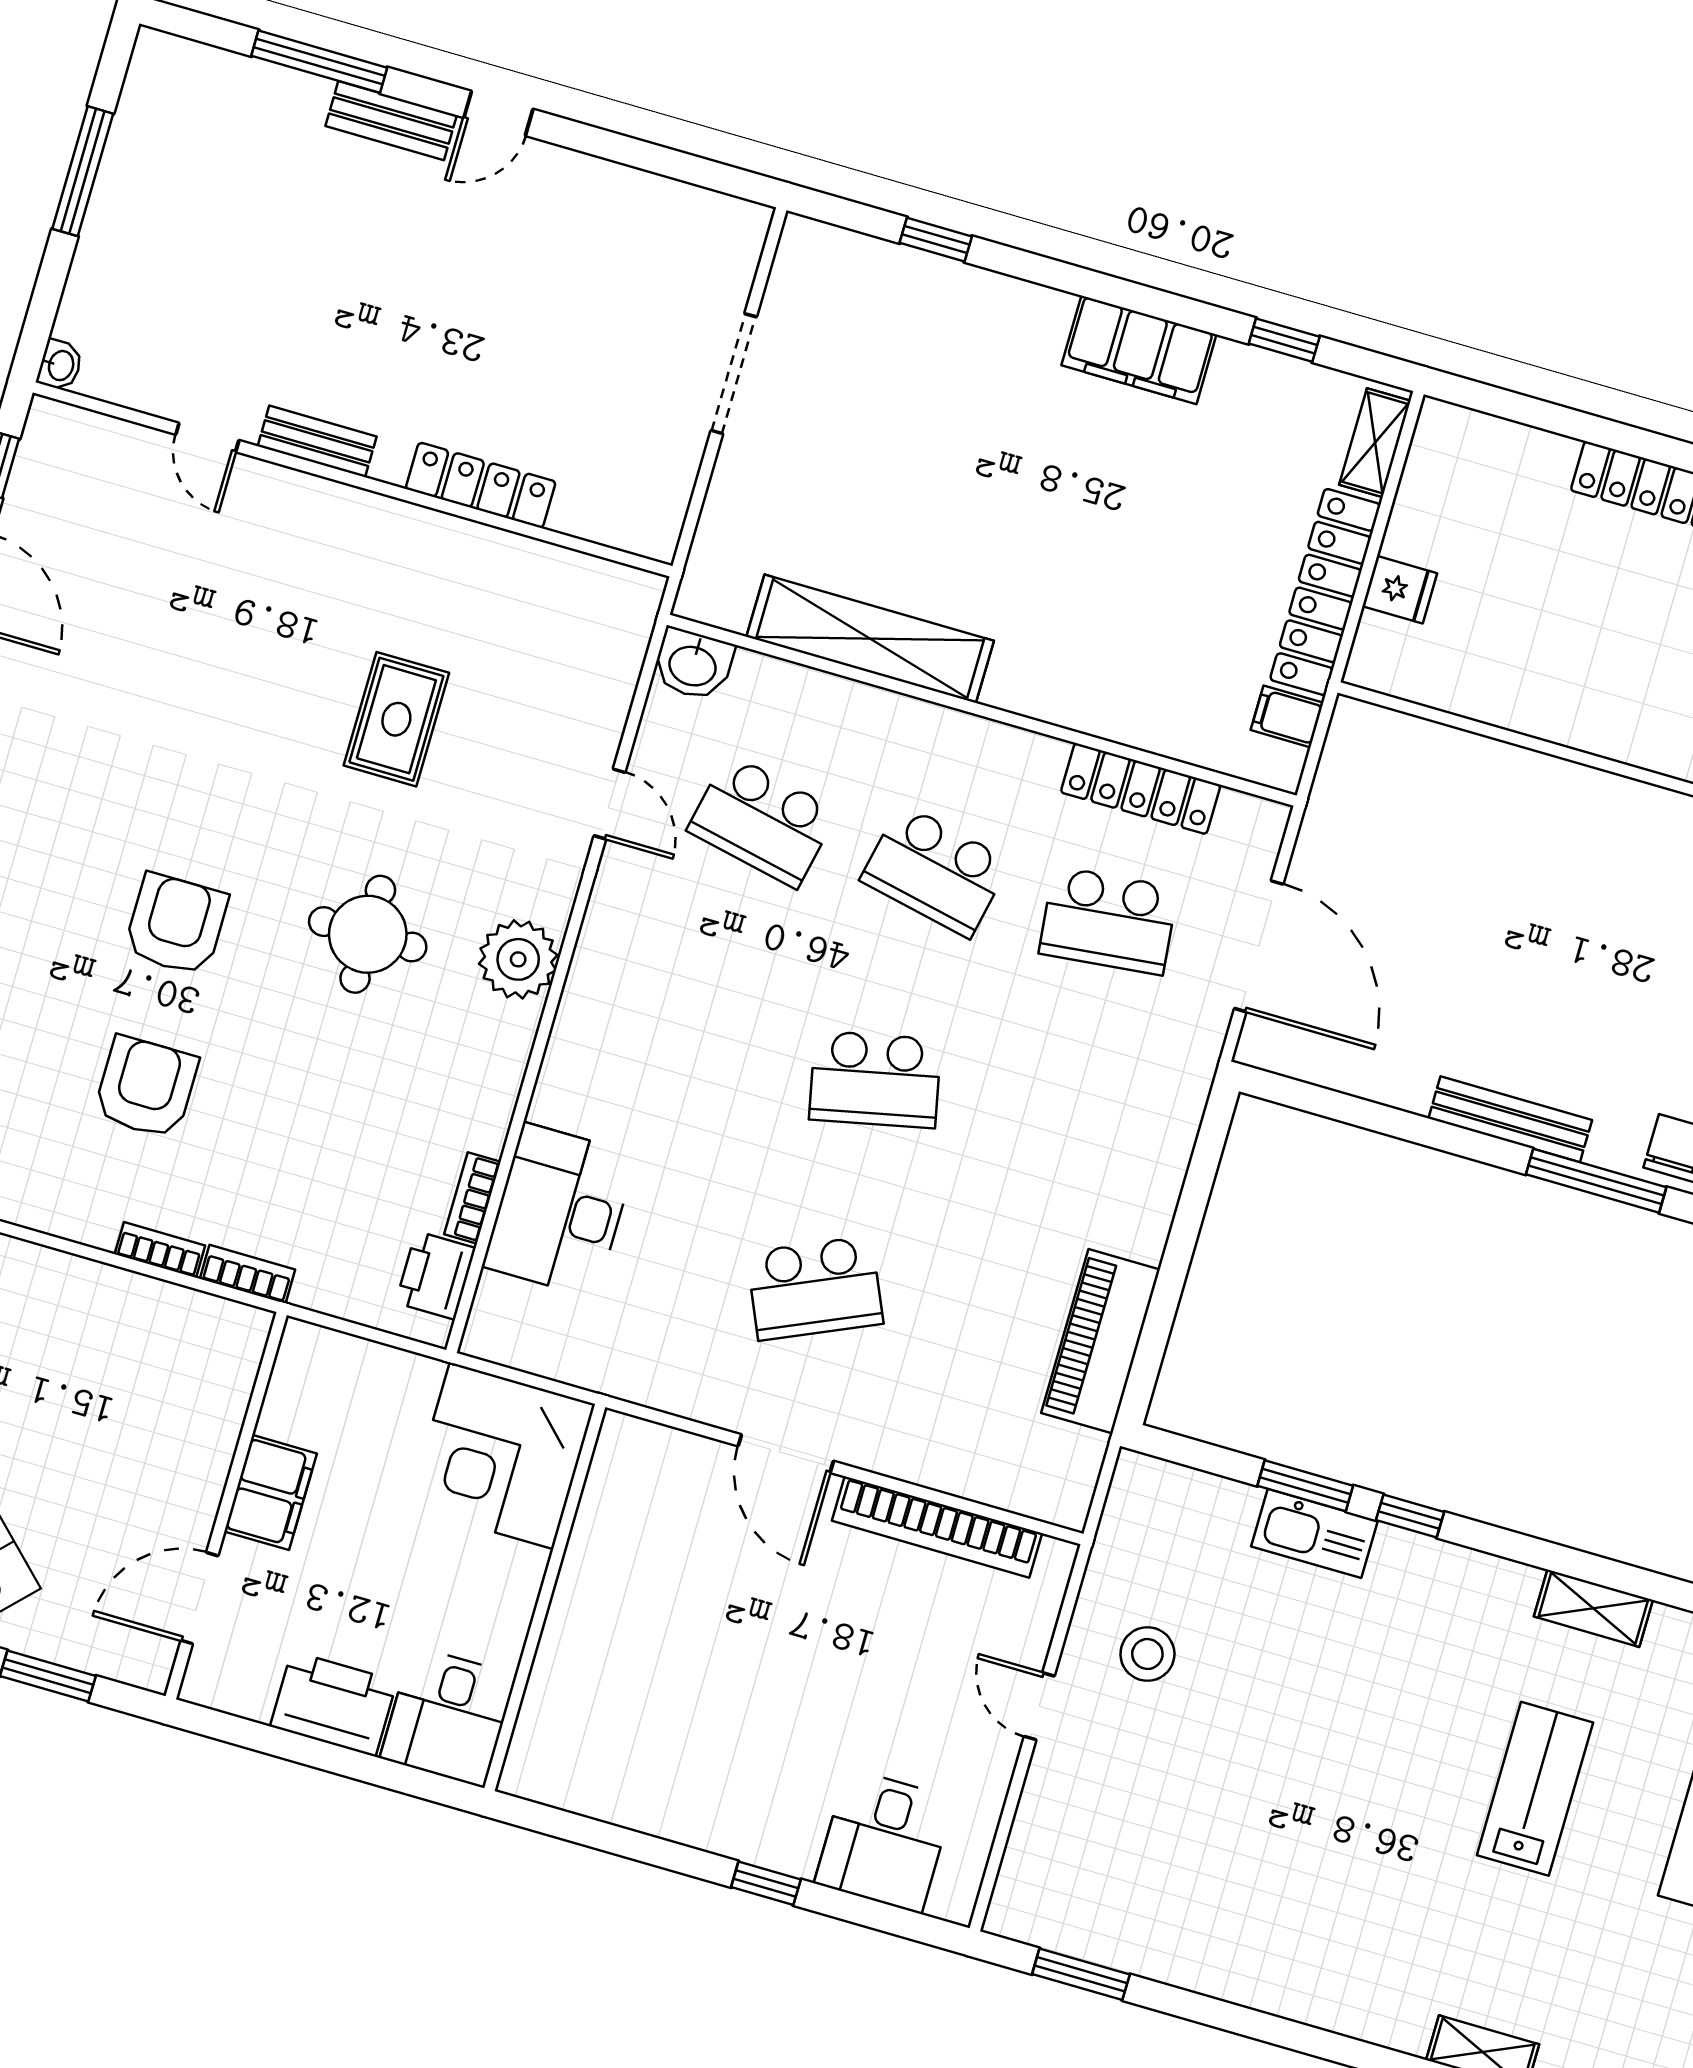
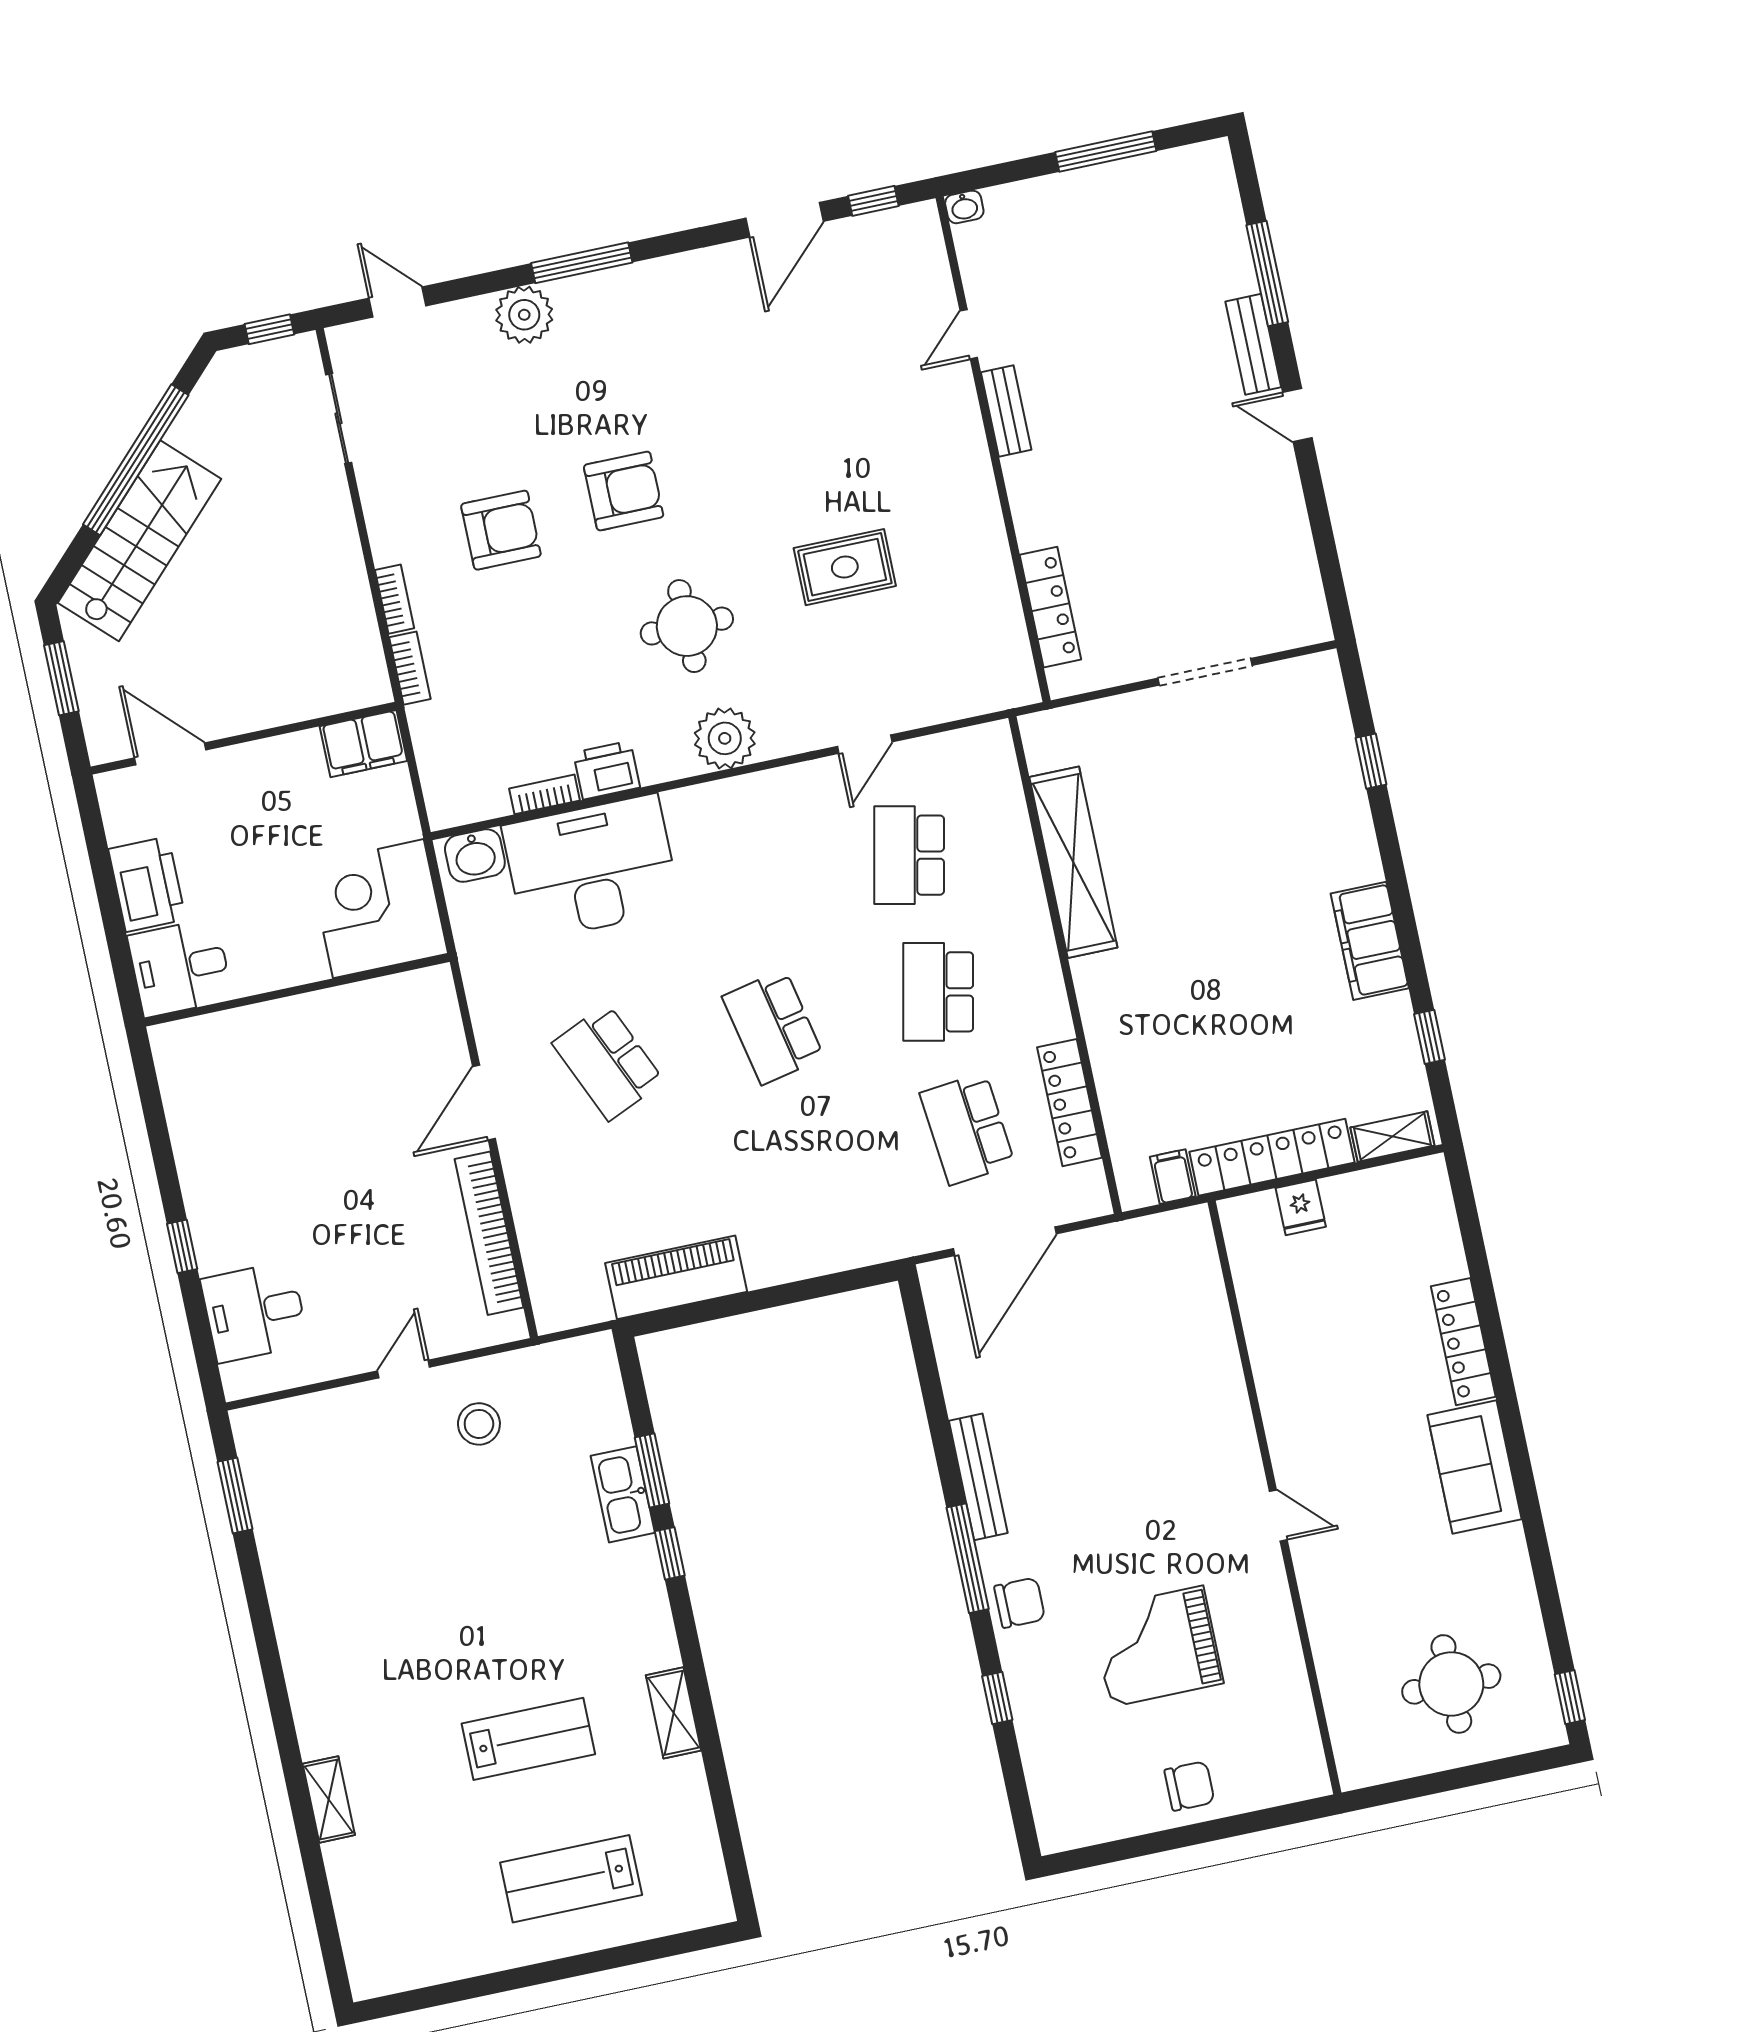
locker: (481, 485) -> (1050, 607), moved
washbasin: (693, 664) -> (475, 856), moved, turned -90
desk: (559, 1210) -> (592, 868), width x1.36, depth x1.30
printer: (436, 1275) -> (607, 770), moved
filing cabinet: (271, 1492) -> (363, 744), moved

